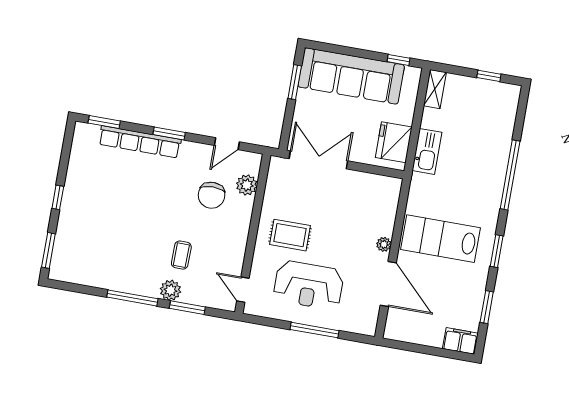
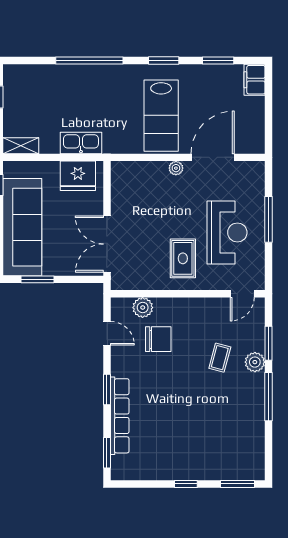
coffee table: (181, 255) -> (220, 358), turned -76

